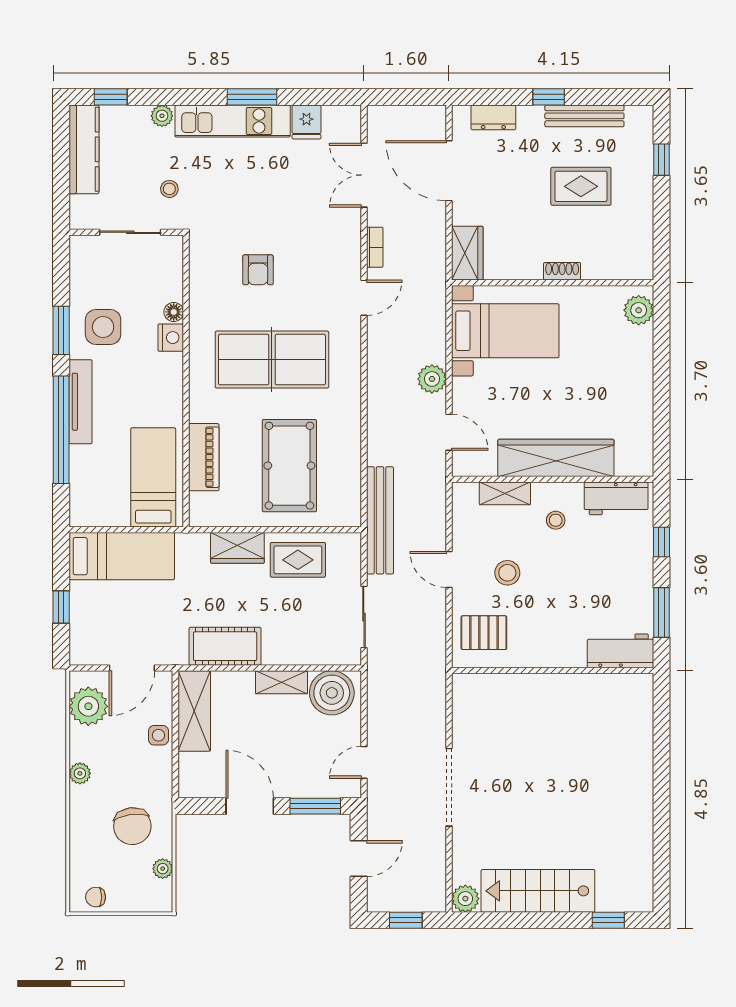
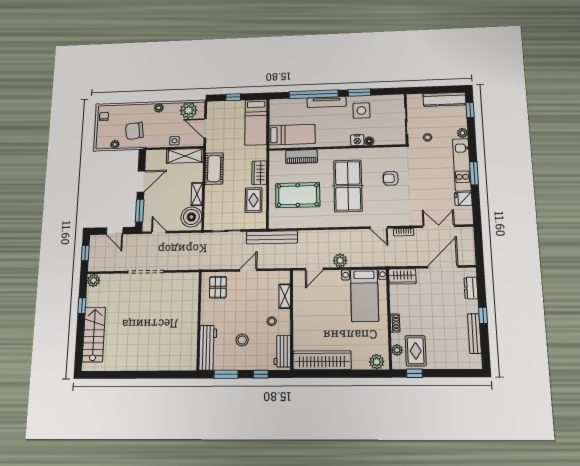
window: (661, 160) -> (414, 373), moved
rug: (581, 186) -> (416, 351), moved
plant: (616, 269) -> (397, 350), added
wardrobe: (556, 458) -> (322, 360), moved, turned -90
stool: (507, 573) -> (242, 340), moved
workbench: (620, 651) -> (208, 348), width x1.38
stairs: (538, 891) -> (94, 334), moved
window: (608, 920) -> (82, 306), moved

